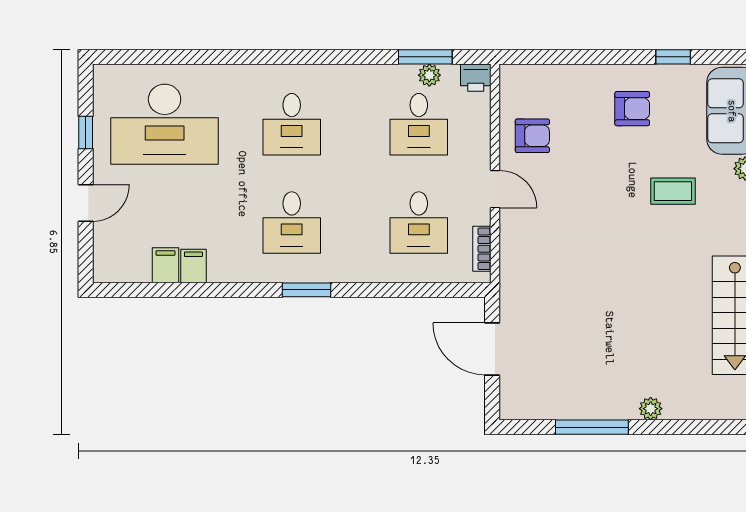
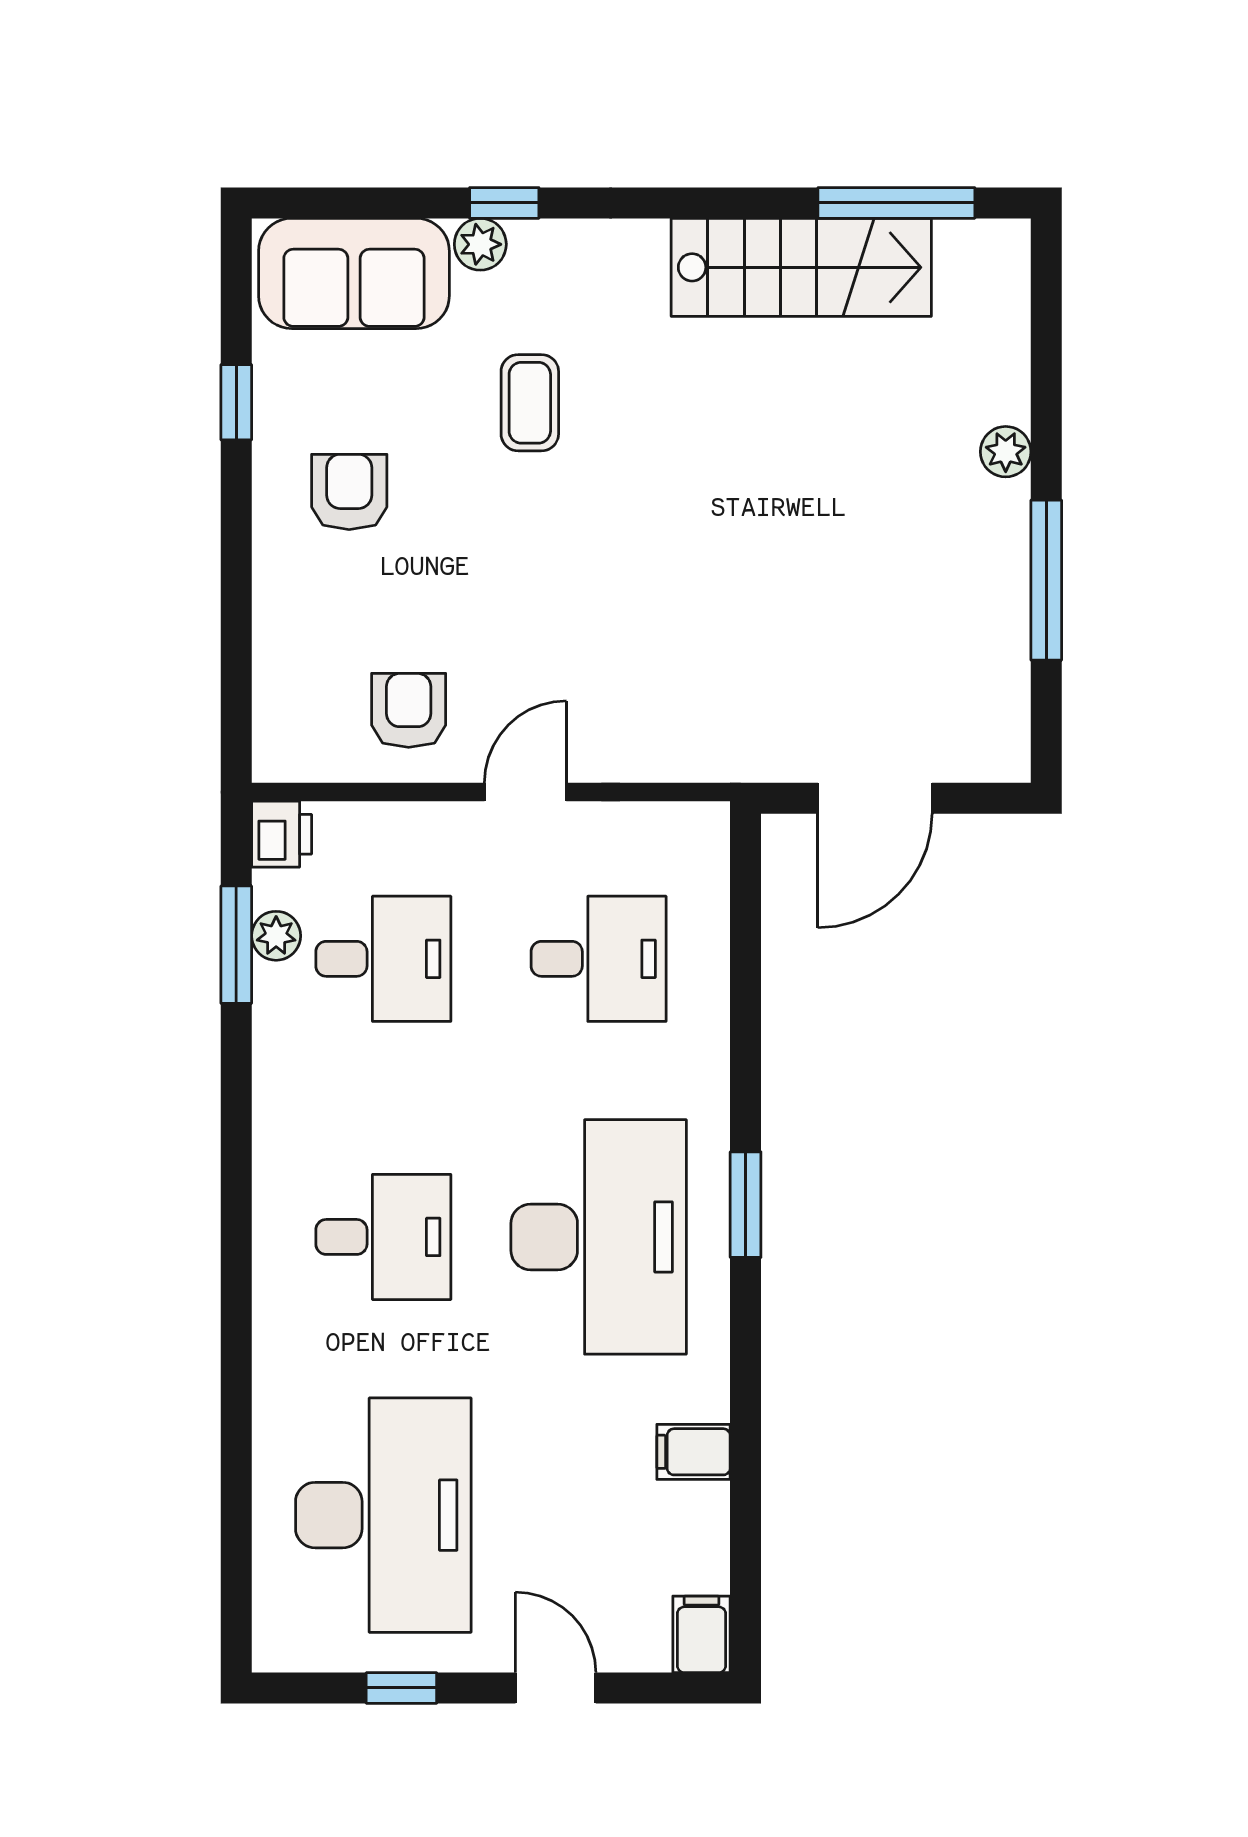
desk: (292, 223) -> (599, 1237), width x1.87, depth x1.30
bookcase: (482, 249) -> (656, 821), removed
filing cabinet: (166, 265) -> (701, 1634), moved, turned 90

